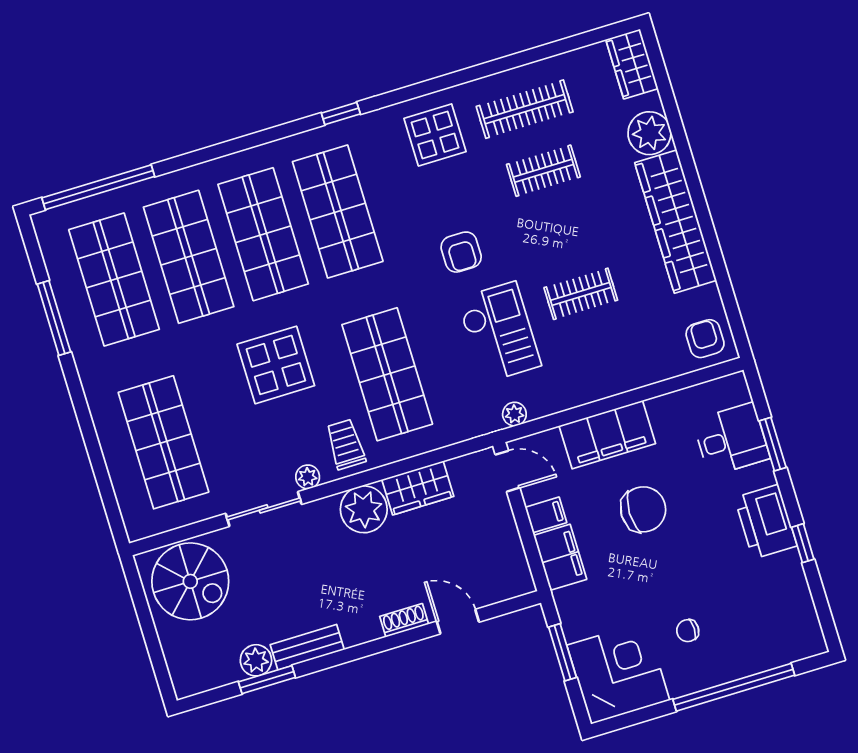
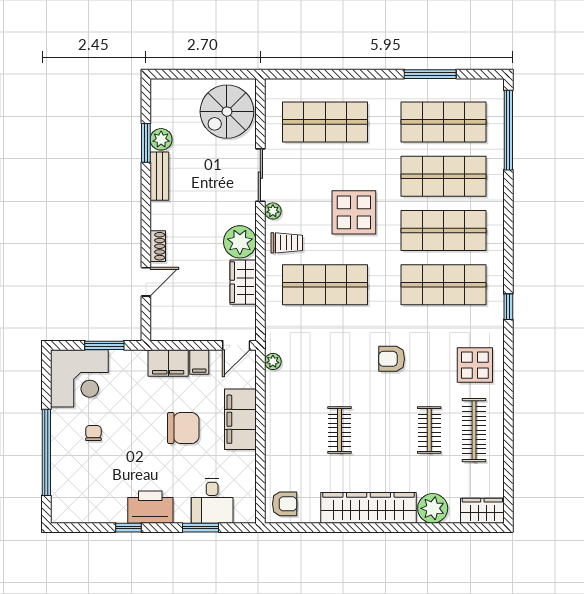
checkout: (499, 332) -> (330, 368), removed
chair: (643, 509) -> (183, 428), turned -90

